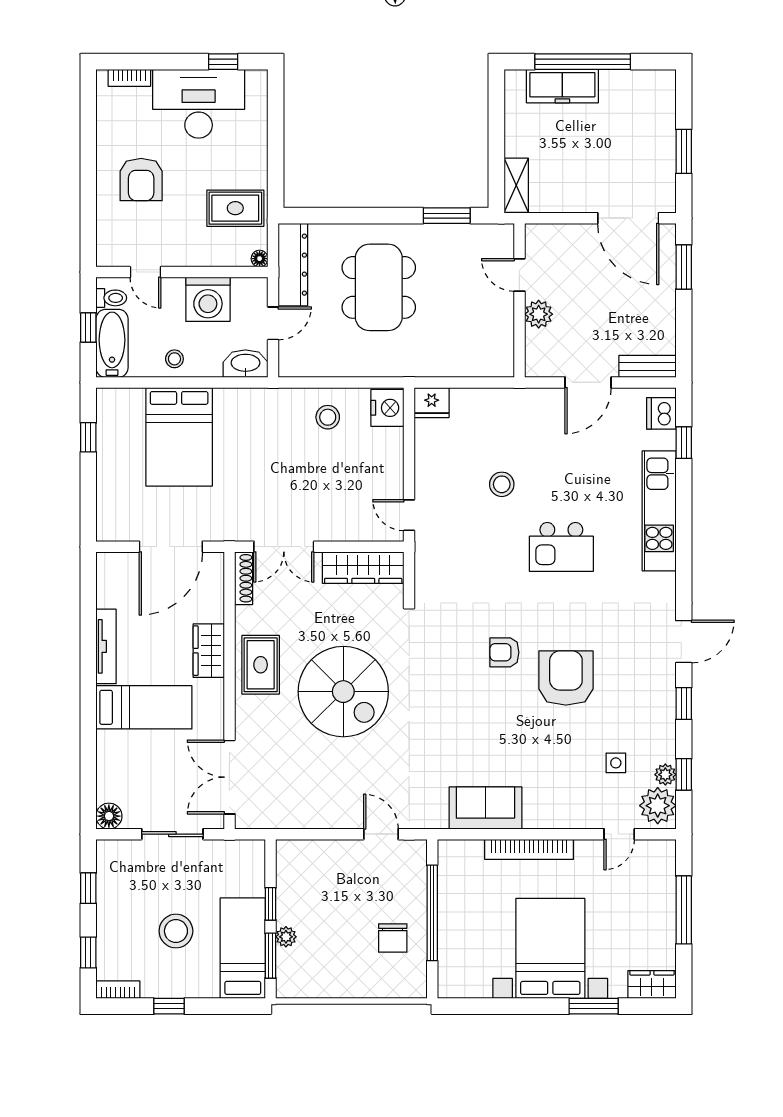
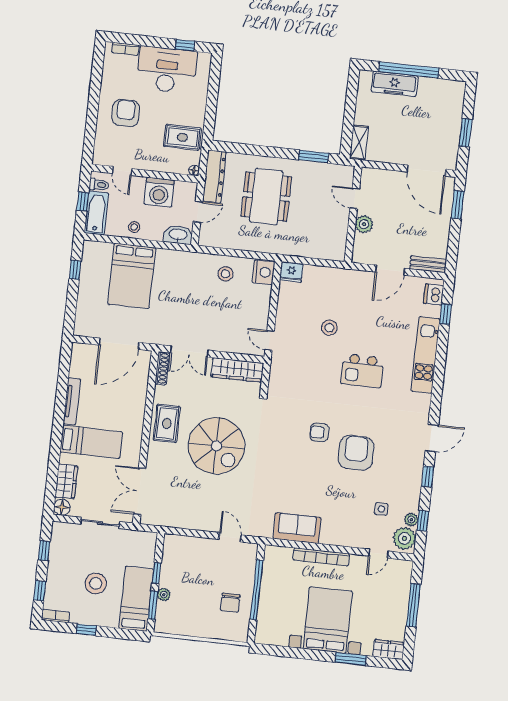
armchair: (141, 180) -> (126, 113), turned 180
wardrobe: (209, 651) -> (66, 481), moved, turned 180

